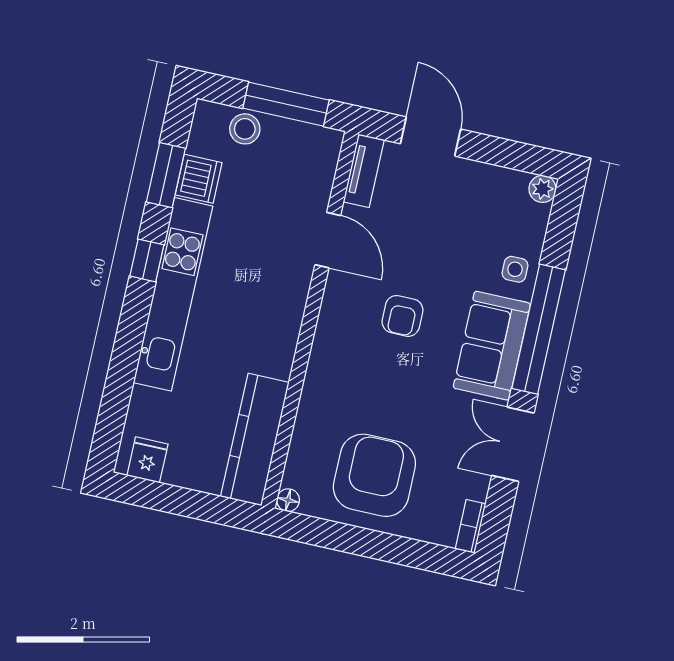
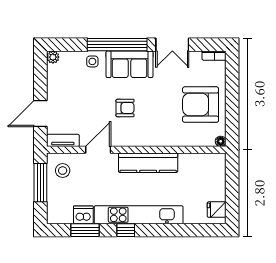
stool: (245, 129) -> (63, 171), moved
kitchen counter: (255, 439) -> (148, 163), moved

